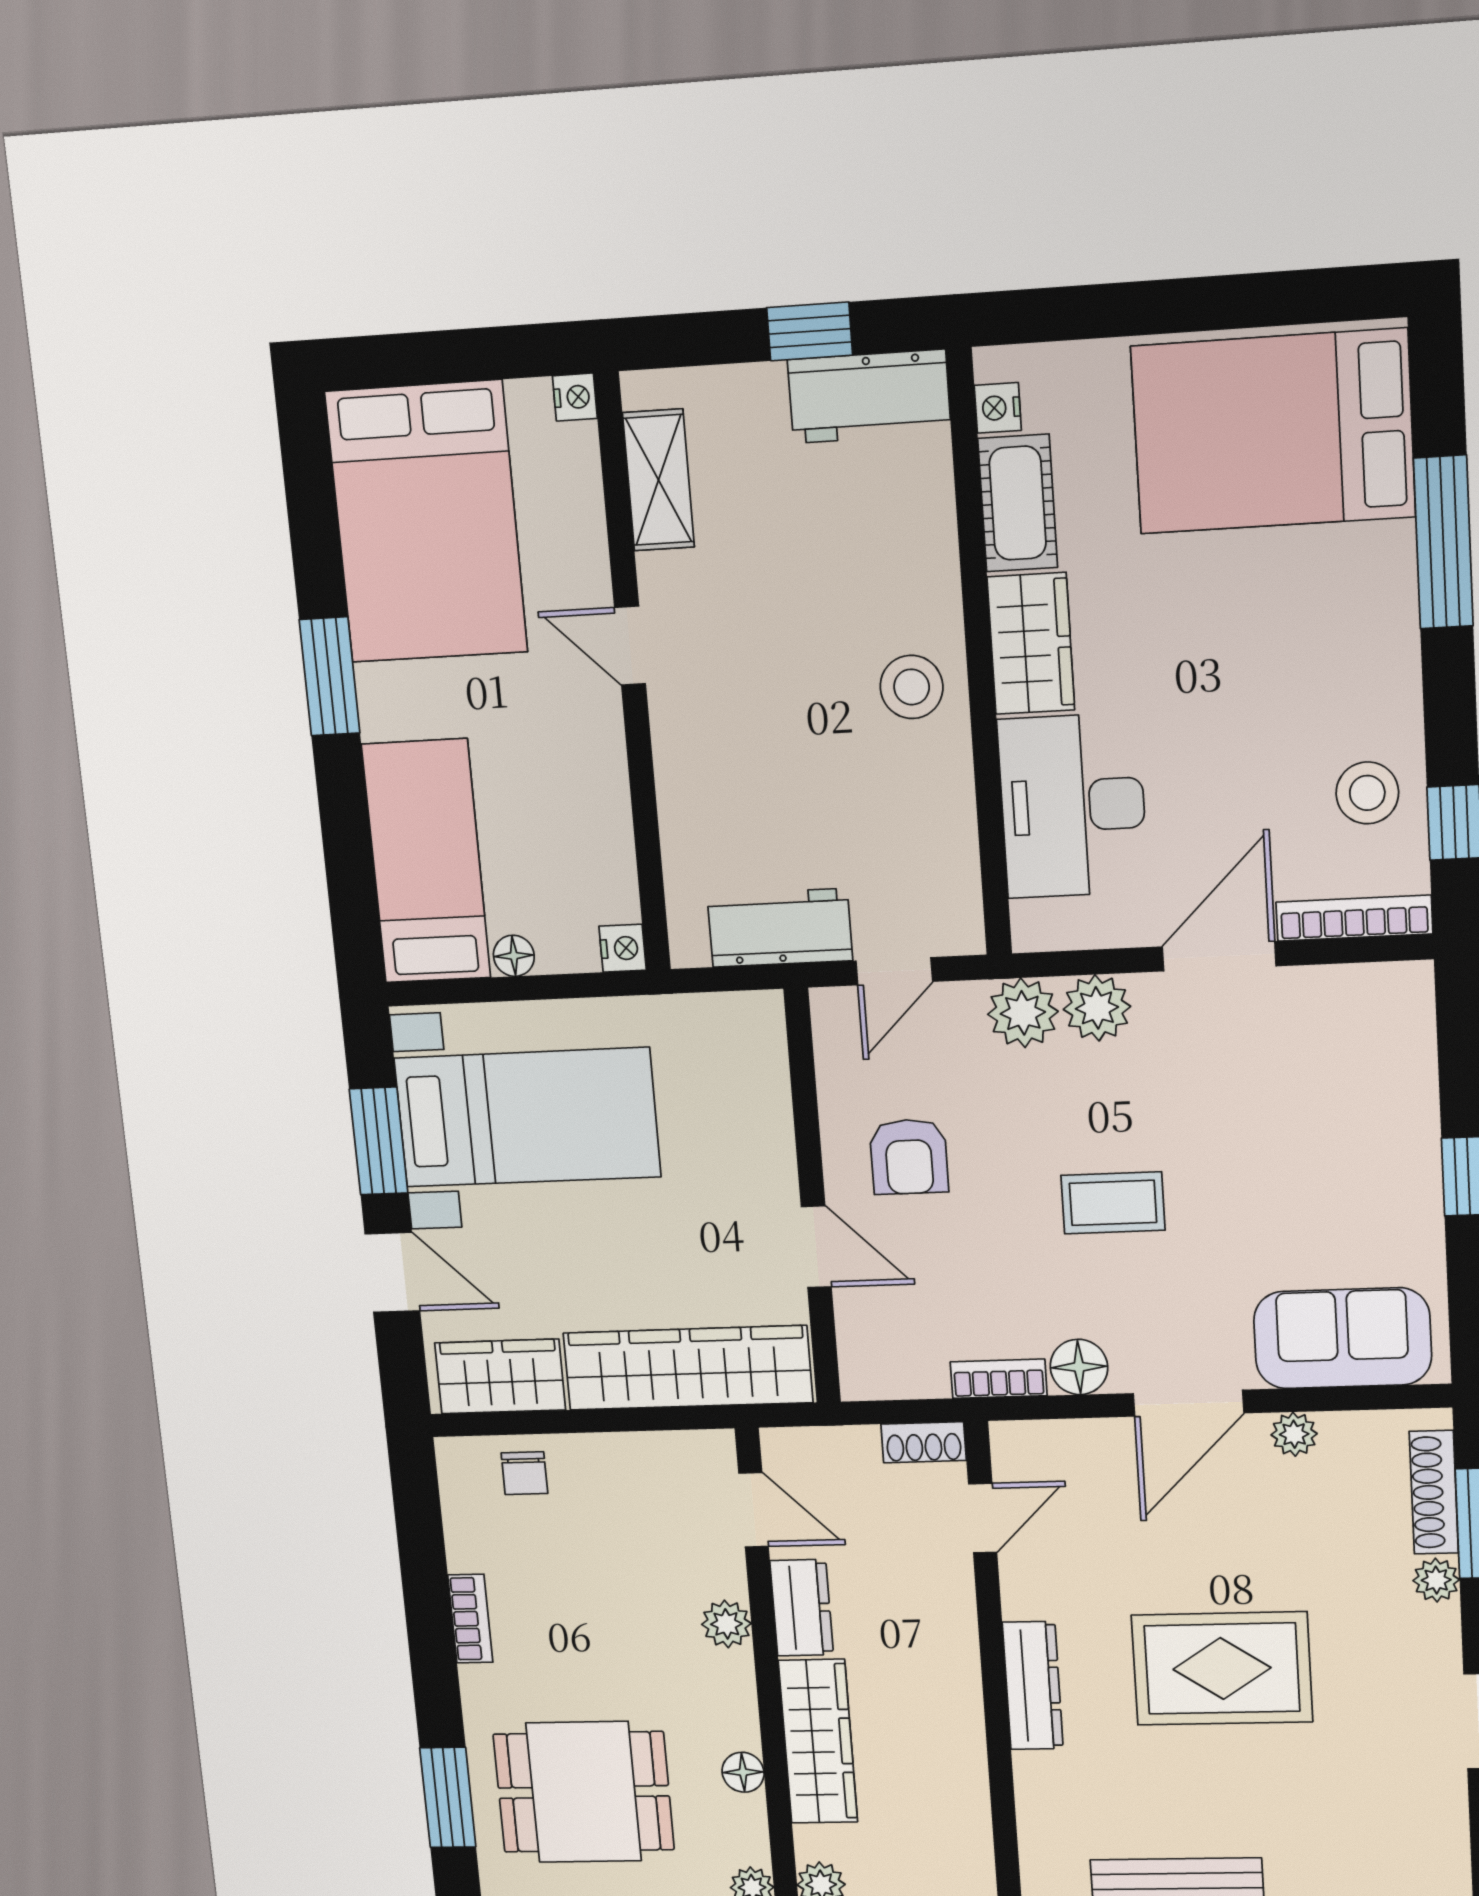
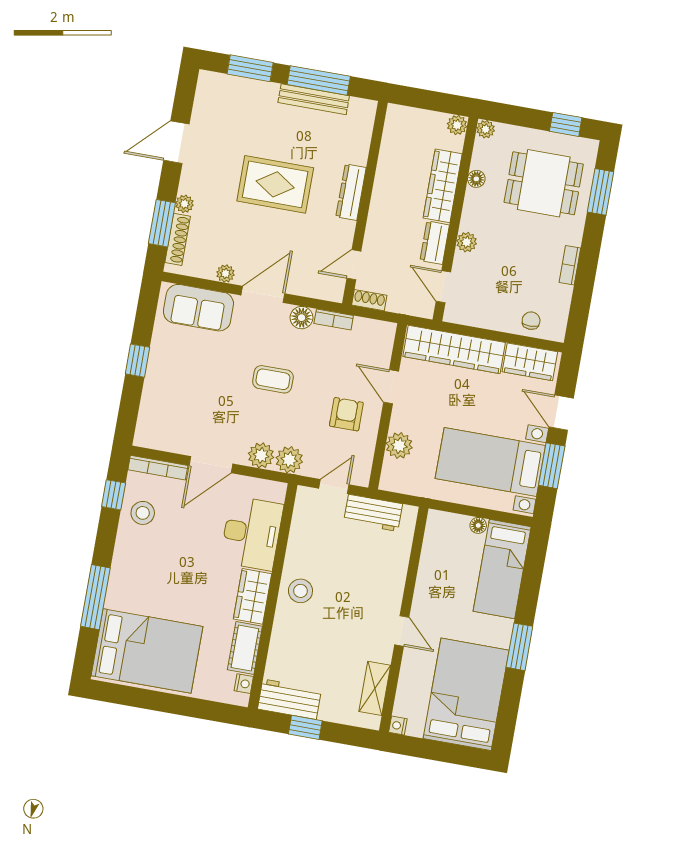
nightstand: (623, 948) -> (435, 519), removed
plant: (759, 1108) -> (399, 446), added

